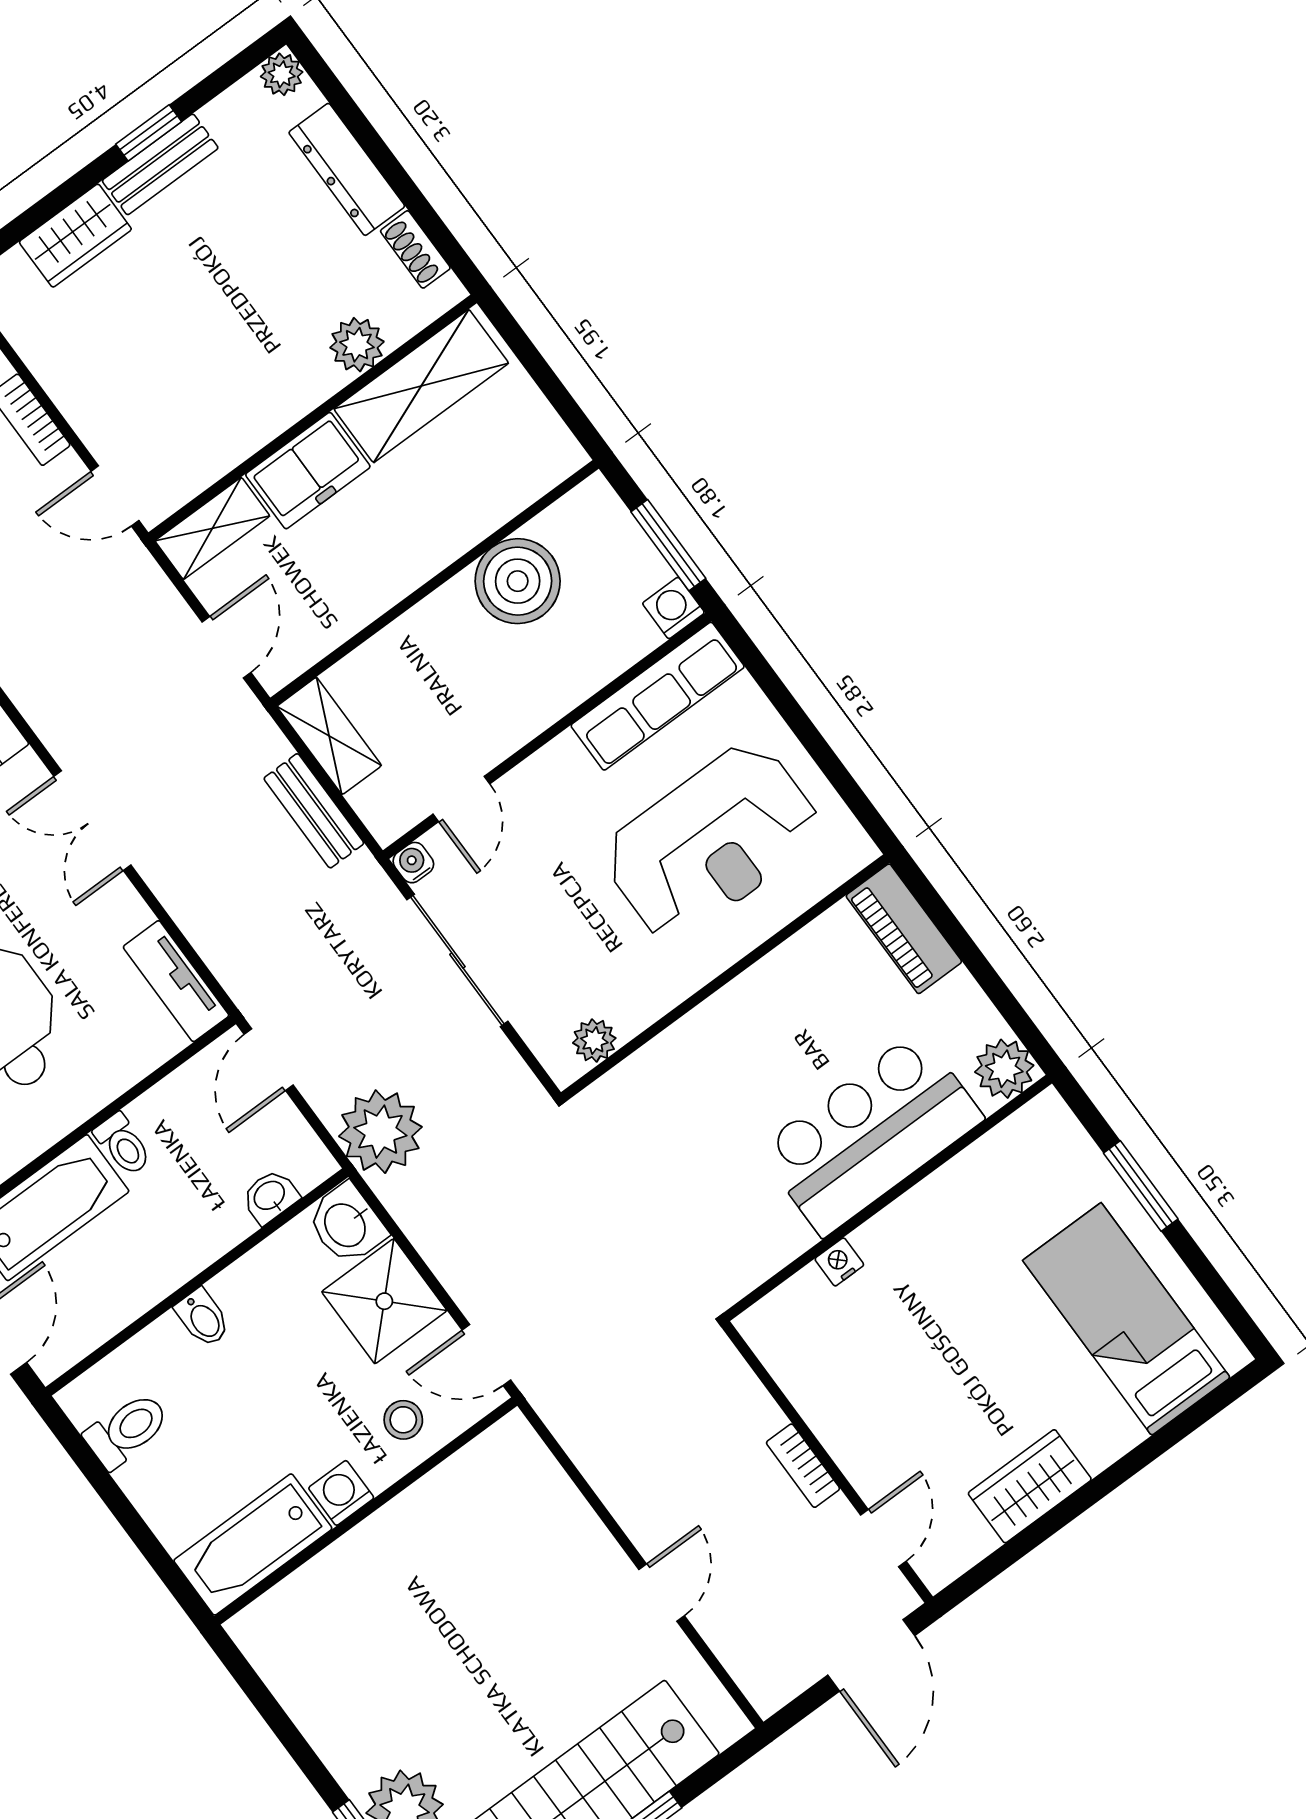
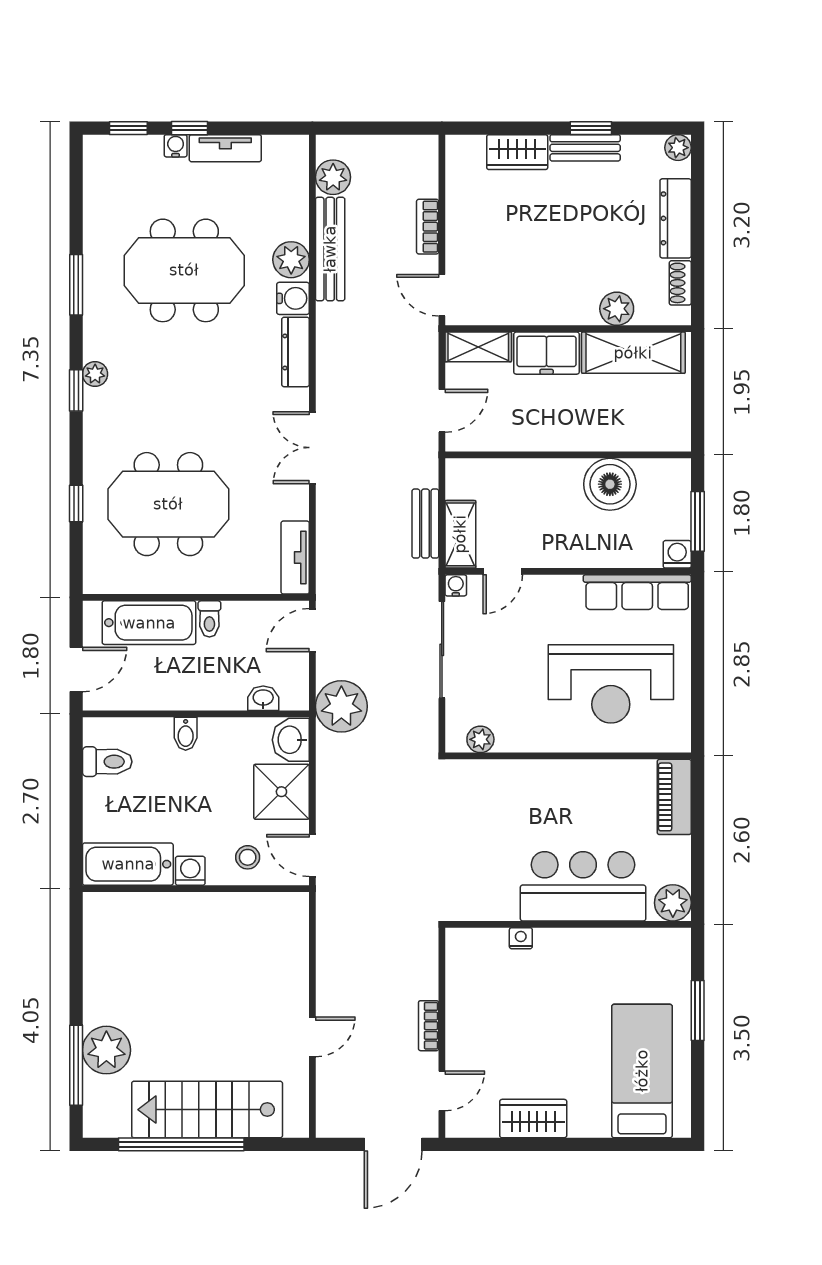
shelving: (329, 736) -> (460, 534), moved

